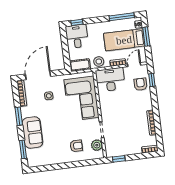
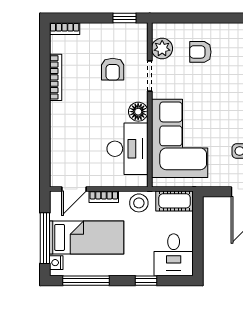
window: (77, 22) -> (146, 281), moved
window: (146, 37) -> (45, 238), width x1.44
desk: (110, 80) -> (127, 149), moved, turned -90
window: (152, 80) -> (45, 156), removed
armchair: (141, 84) -> (113, 69), moved
floor lamp: (105, 110) -> (138, 112), added

